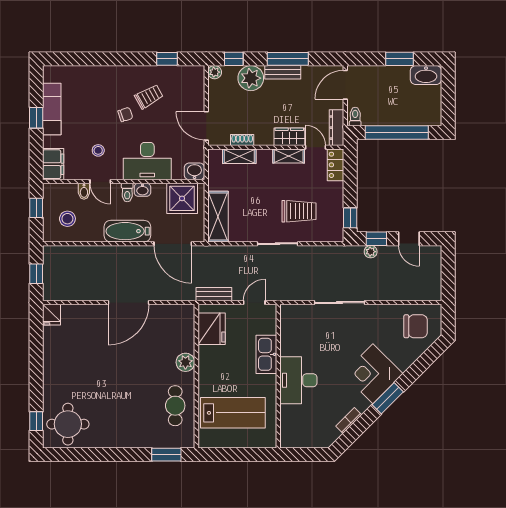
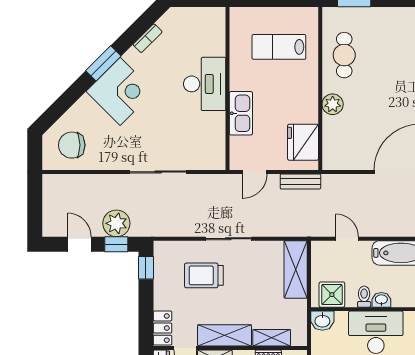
shelving: (289, 156) -> (225, 335), width x1.50, depth x1.33
toilet: (127, 193) -> (364, 297), moved
shower: (182, 198) -> (332, 295), width x0.73, depth x0.73
door: (173, 244) -> (347, 239), width x0.53
plant: (371, 252) -> (116, 223), width x1.87, depth x1.87
lab bench: (233, 413) -> (279, 47), width x0.73, depth x0.72

